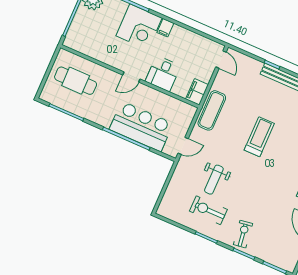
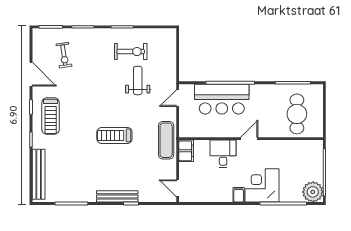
cafe table: (76, 81) -> (297, 114), turned 90
treadmill: (259, 137) -> (114, 135), turned 90
exercise bike: (243, 234) -> (64, 55), moved

